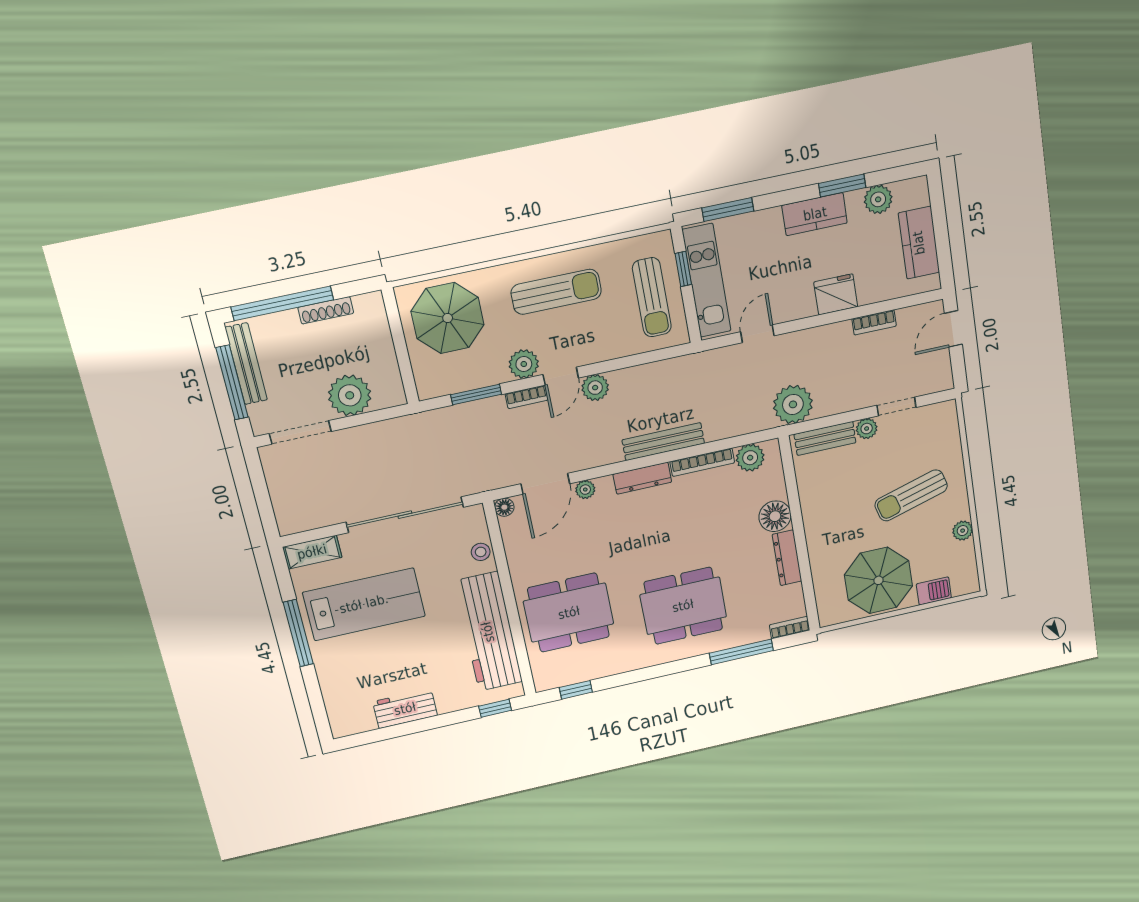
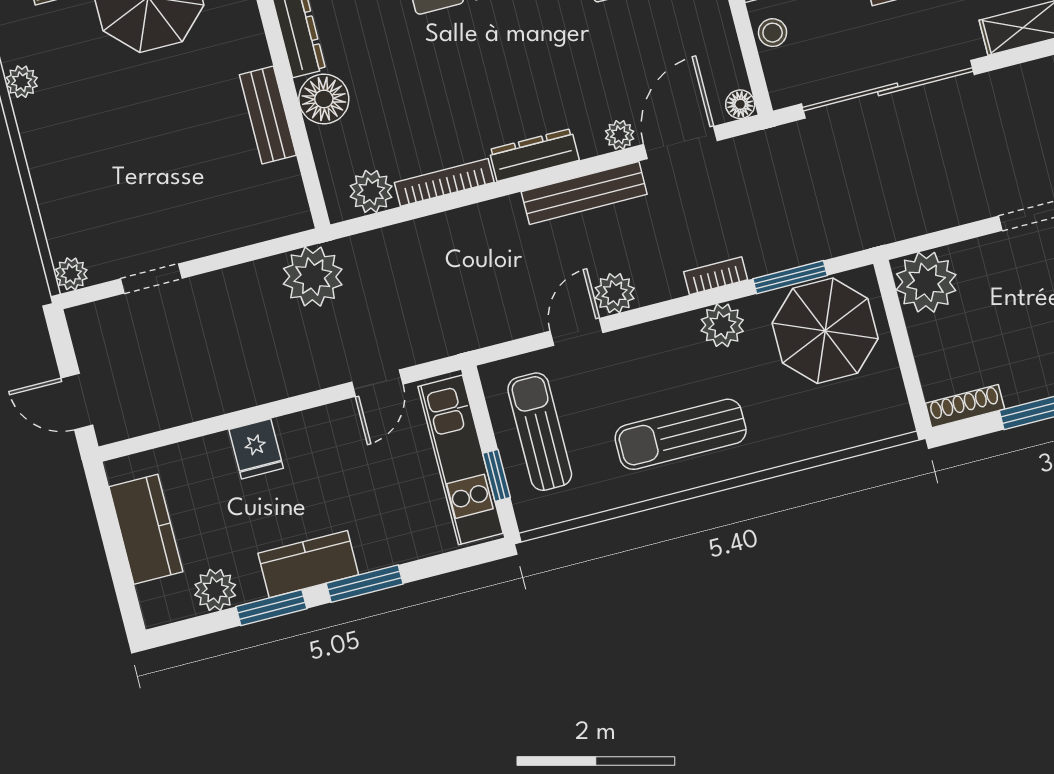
window: (728, 210) -> (365, 584), moved
fridge: (836, 294) -> (256, 449), width x0.72
shoe rack: (326, 310) -> (965, 406), moved
parasol: (448, 318) -> (825, 331), moved
bookcase: (874, 322) -> (201, 407), removed
door: (953, 329) -> (77, 402), swing flipped
door: (561, 376) -> (577, 332), moved
plant: (350, 395) -> (926, 282), moved
plant: (867, 429) -> (71, 274), moved
bench: (825, 438) -> (268, 115), moved, turned 90
bench: (663, 442) -> (584, 193), moved
sun lounger: (911, 495) -> (112, 137), removed

